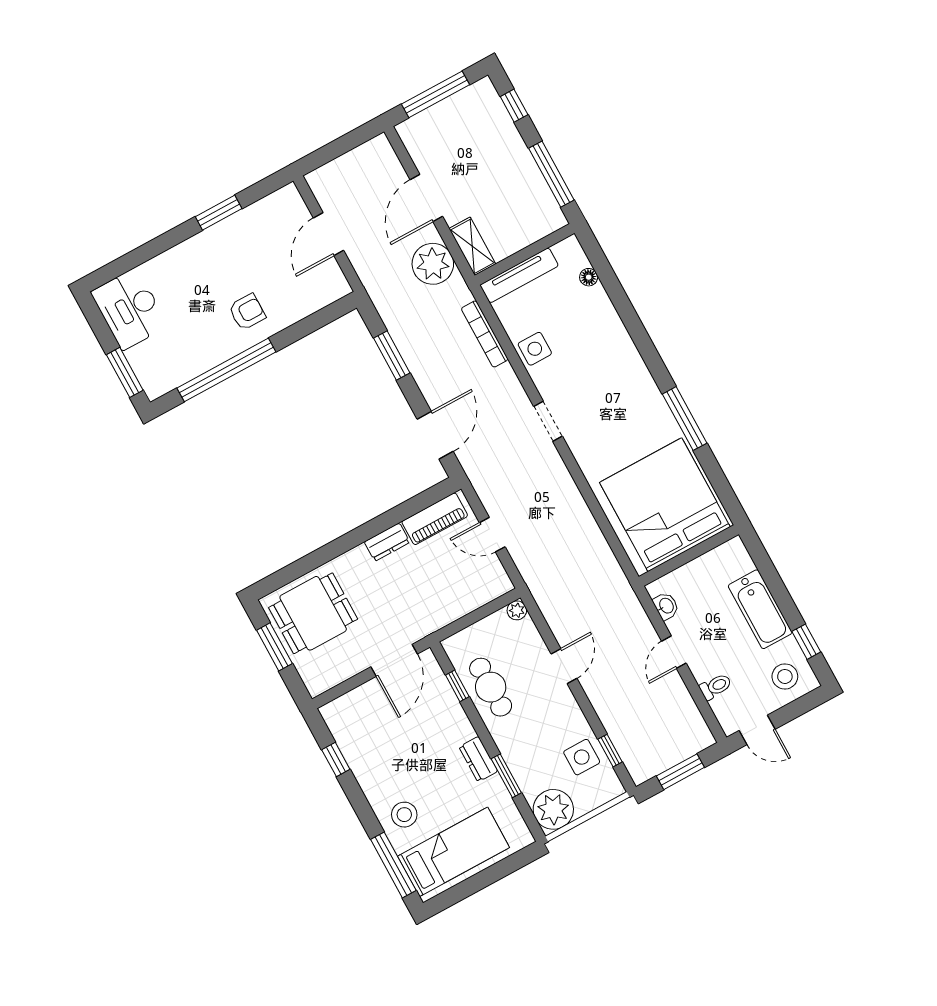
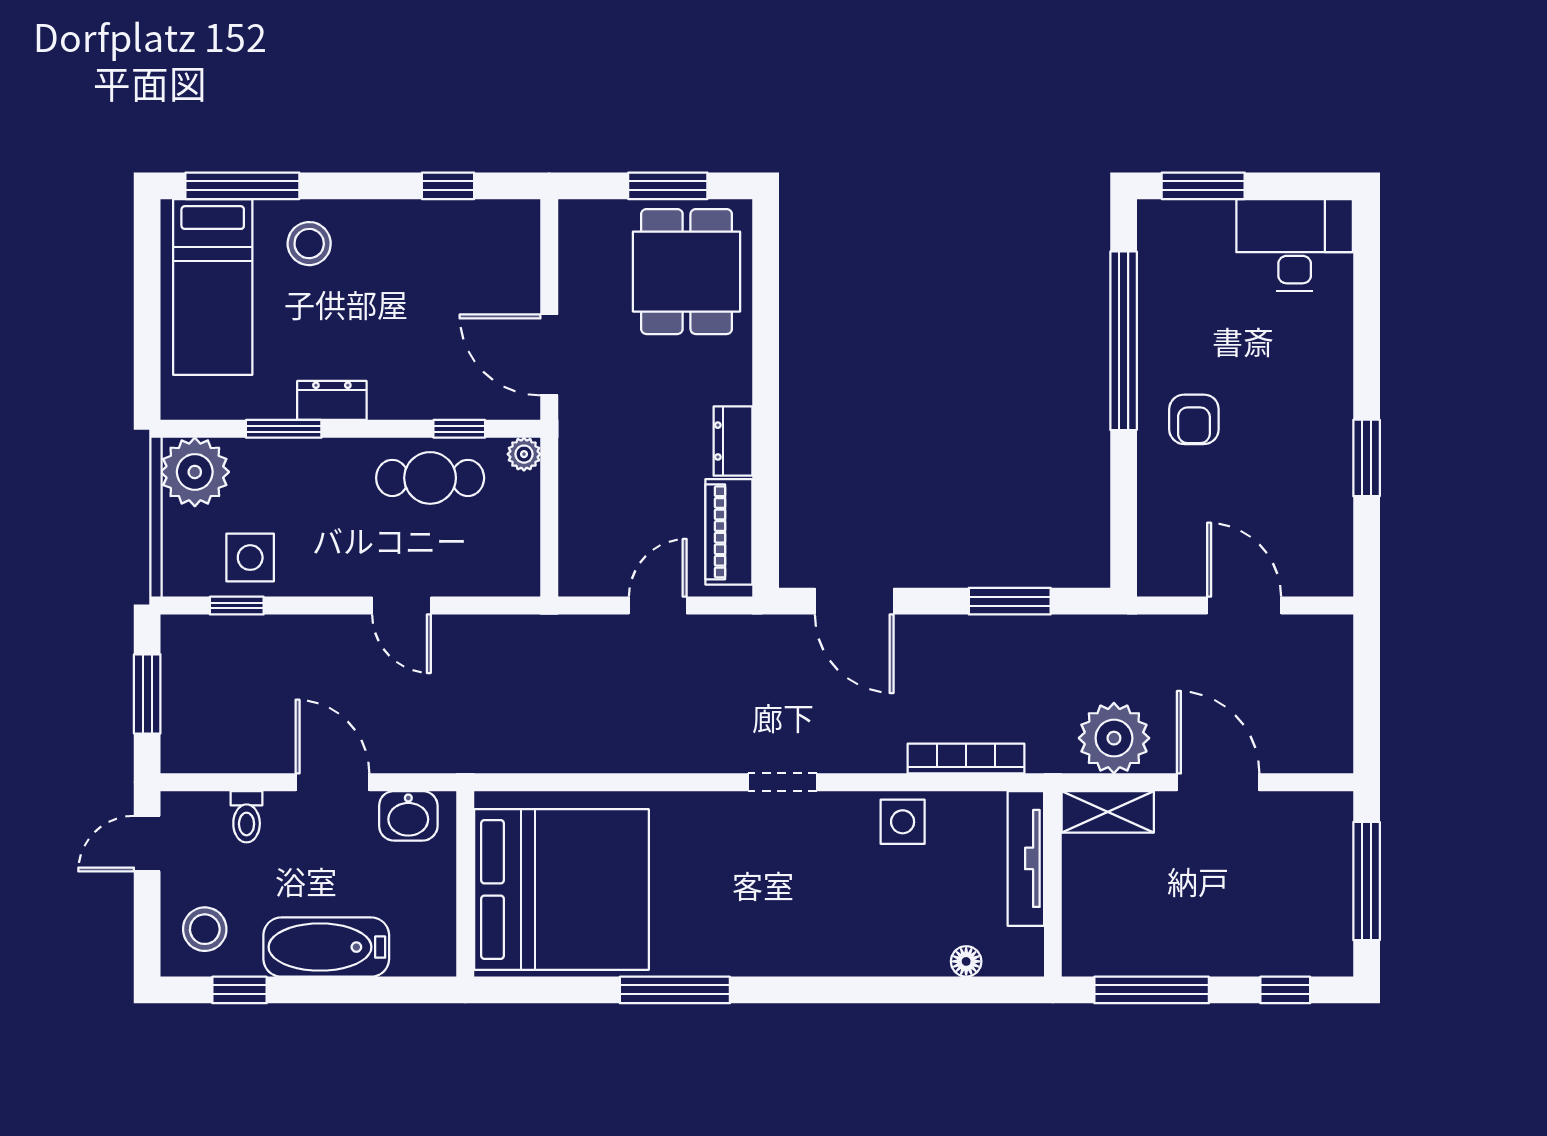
washbasin: (666, 606) -> (408, 816), width x1.38, depth x1.45
plant: (517, 610) -> (524, 454), moved
door: (674, 652) -> (332, 782), width x1.38

